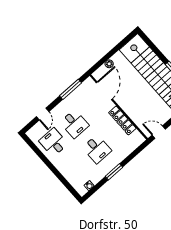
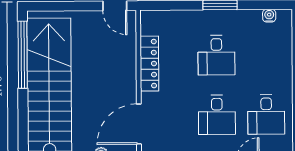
desk: (74, 124) -> (217, 115), turned 180
desk: (97, 149) -> (216, 55), turned 180

